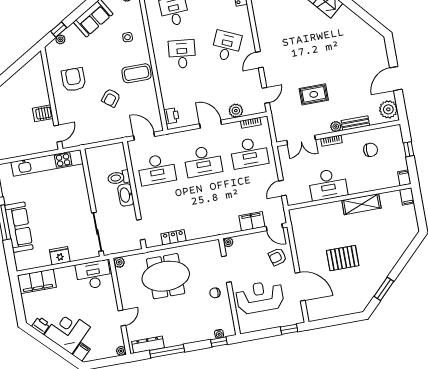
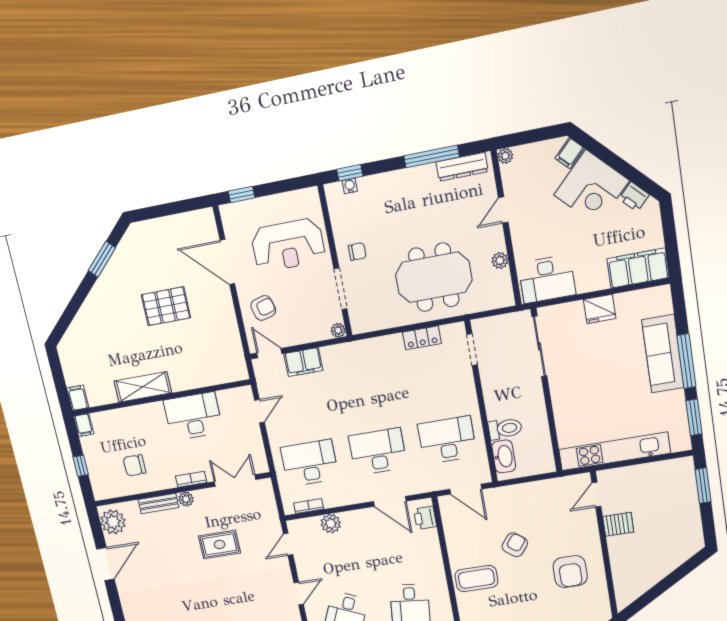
door: (211, 124) -> (390, 501), moved
washbasin: (126, 195) -> (504, 456), moved
plant: (119, 262) -> (500, 261), moved

